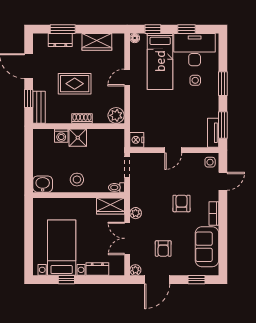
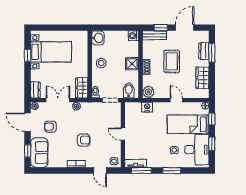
washing machine: (61, 136) -> (133, 36), moved
nightstand: (137, 140) -> (147, 107), moved
bidet: (114, 142) -> (129, 91), added
sofa: (207, 247) -> (39, 153), moved, turned 90
dresser: (97, 269) -> (35, 90), moved

